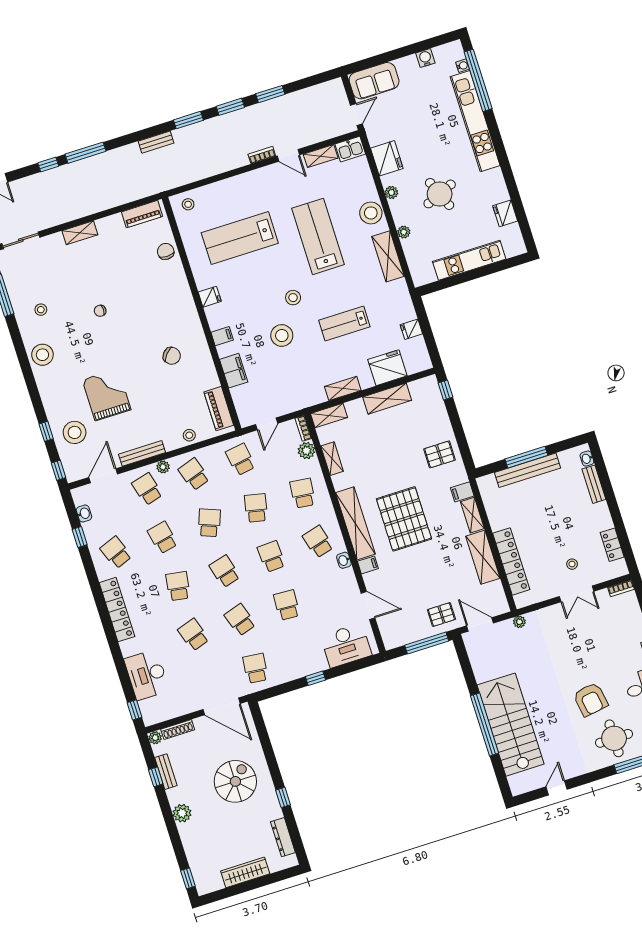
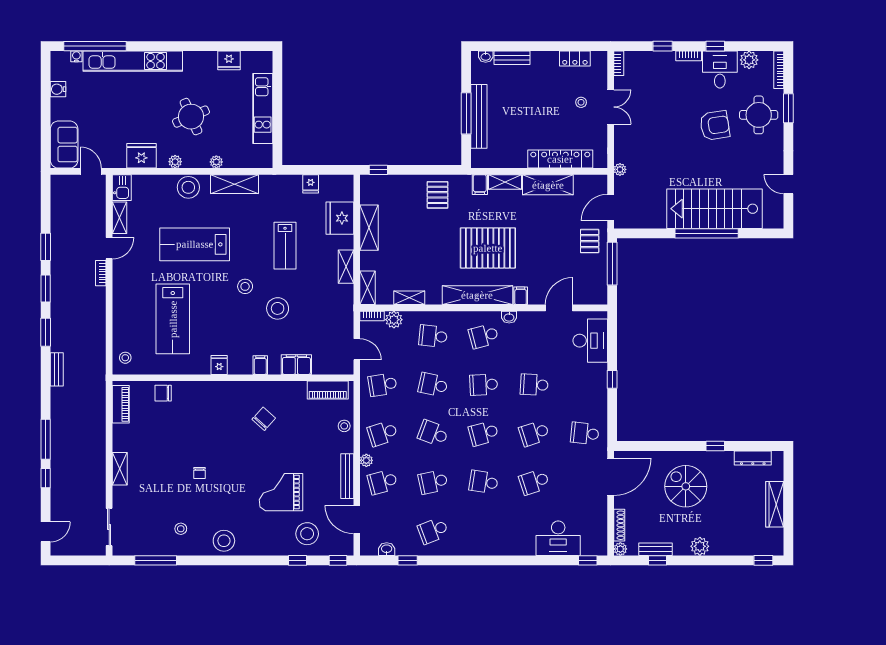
locker: (117, 610) -> (488, 547), removed

